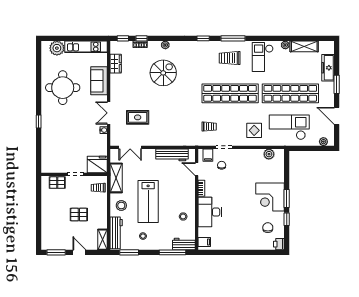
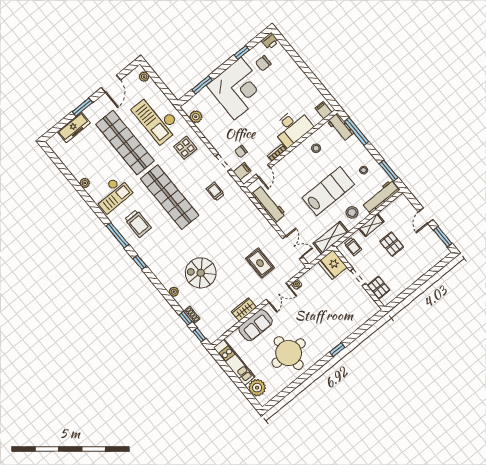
shelving: (304, 46) -> (72, 165), removed
wardrobe: (116, 64) -> (244, 309), moved
corner desk: (270, 197) -> (238, 89), width x1.36, depth x1.36
window: (287, 198) -> (202, 85), moved
shelving: (102, 240) -> (371, 225), moved

